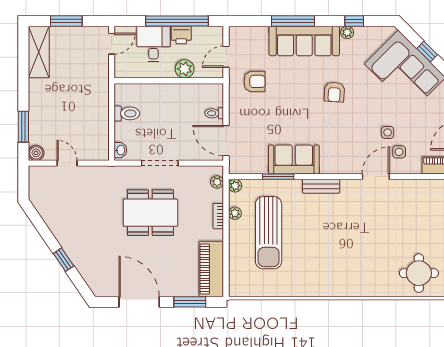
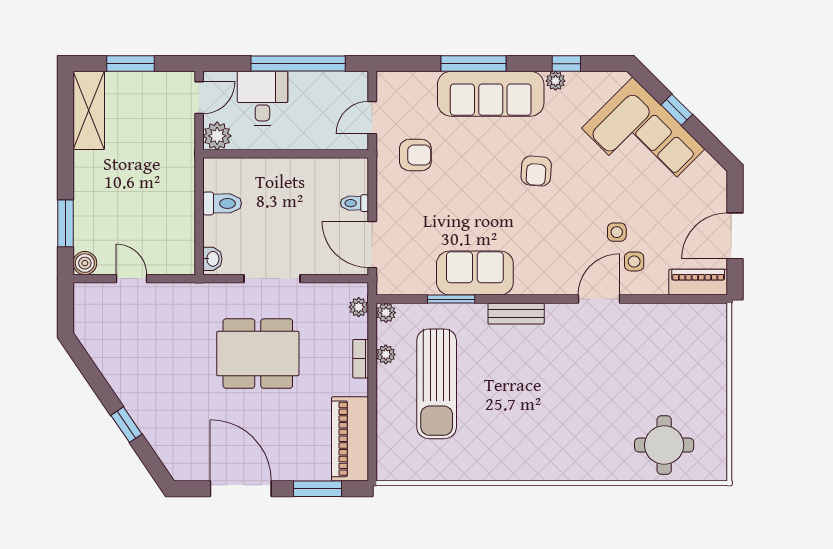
printer: (181, 35) -> (305, 85), removed
plant: (185, 69) -> (217, 136), moved

